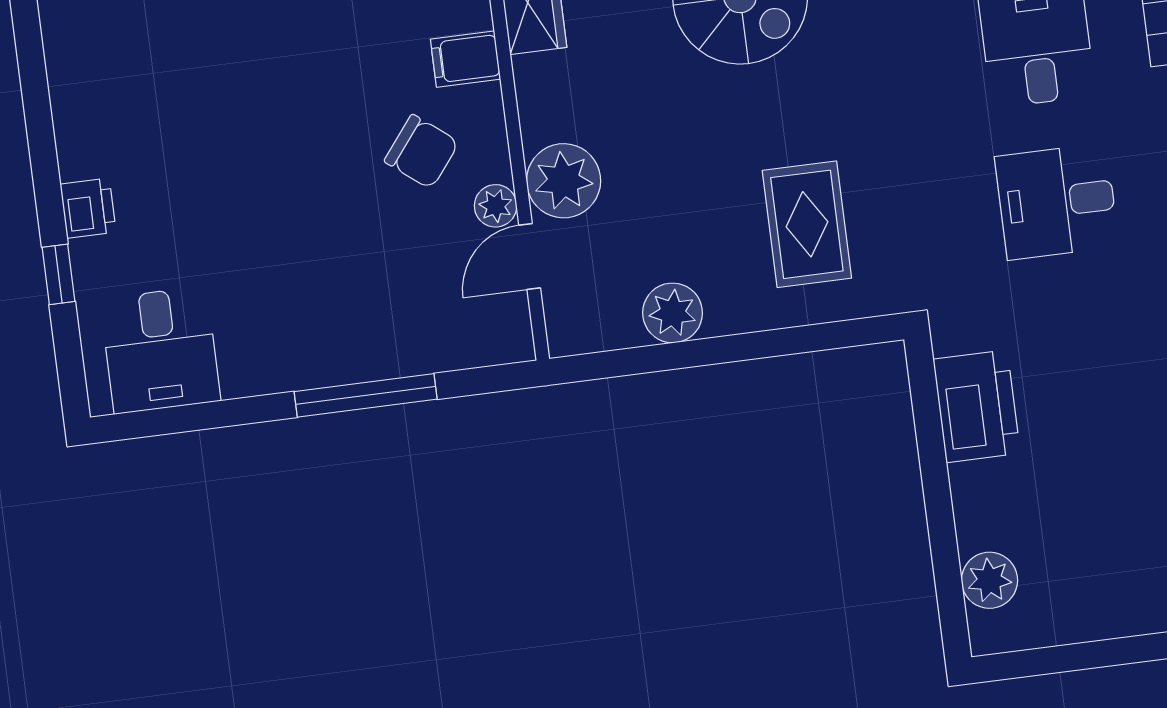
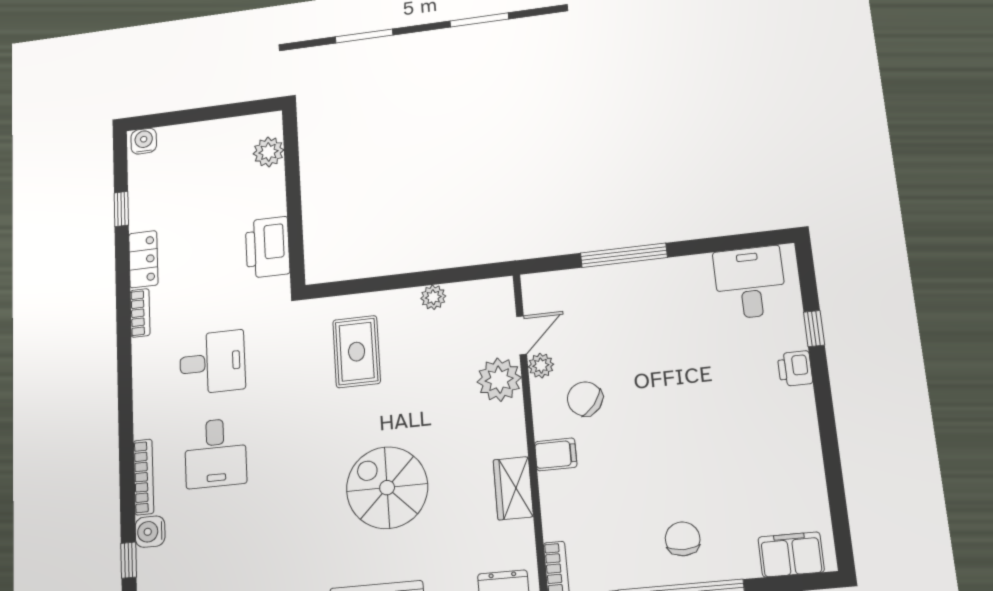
plant: (673, 313) -> (433, 297), width x0.73, depth x0.73

